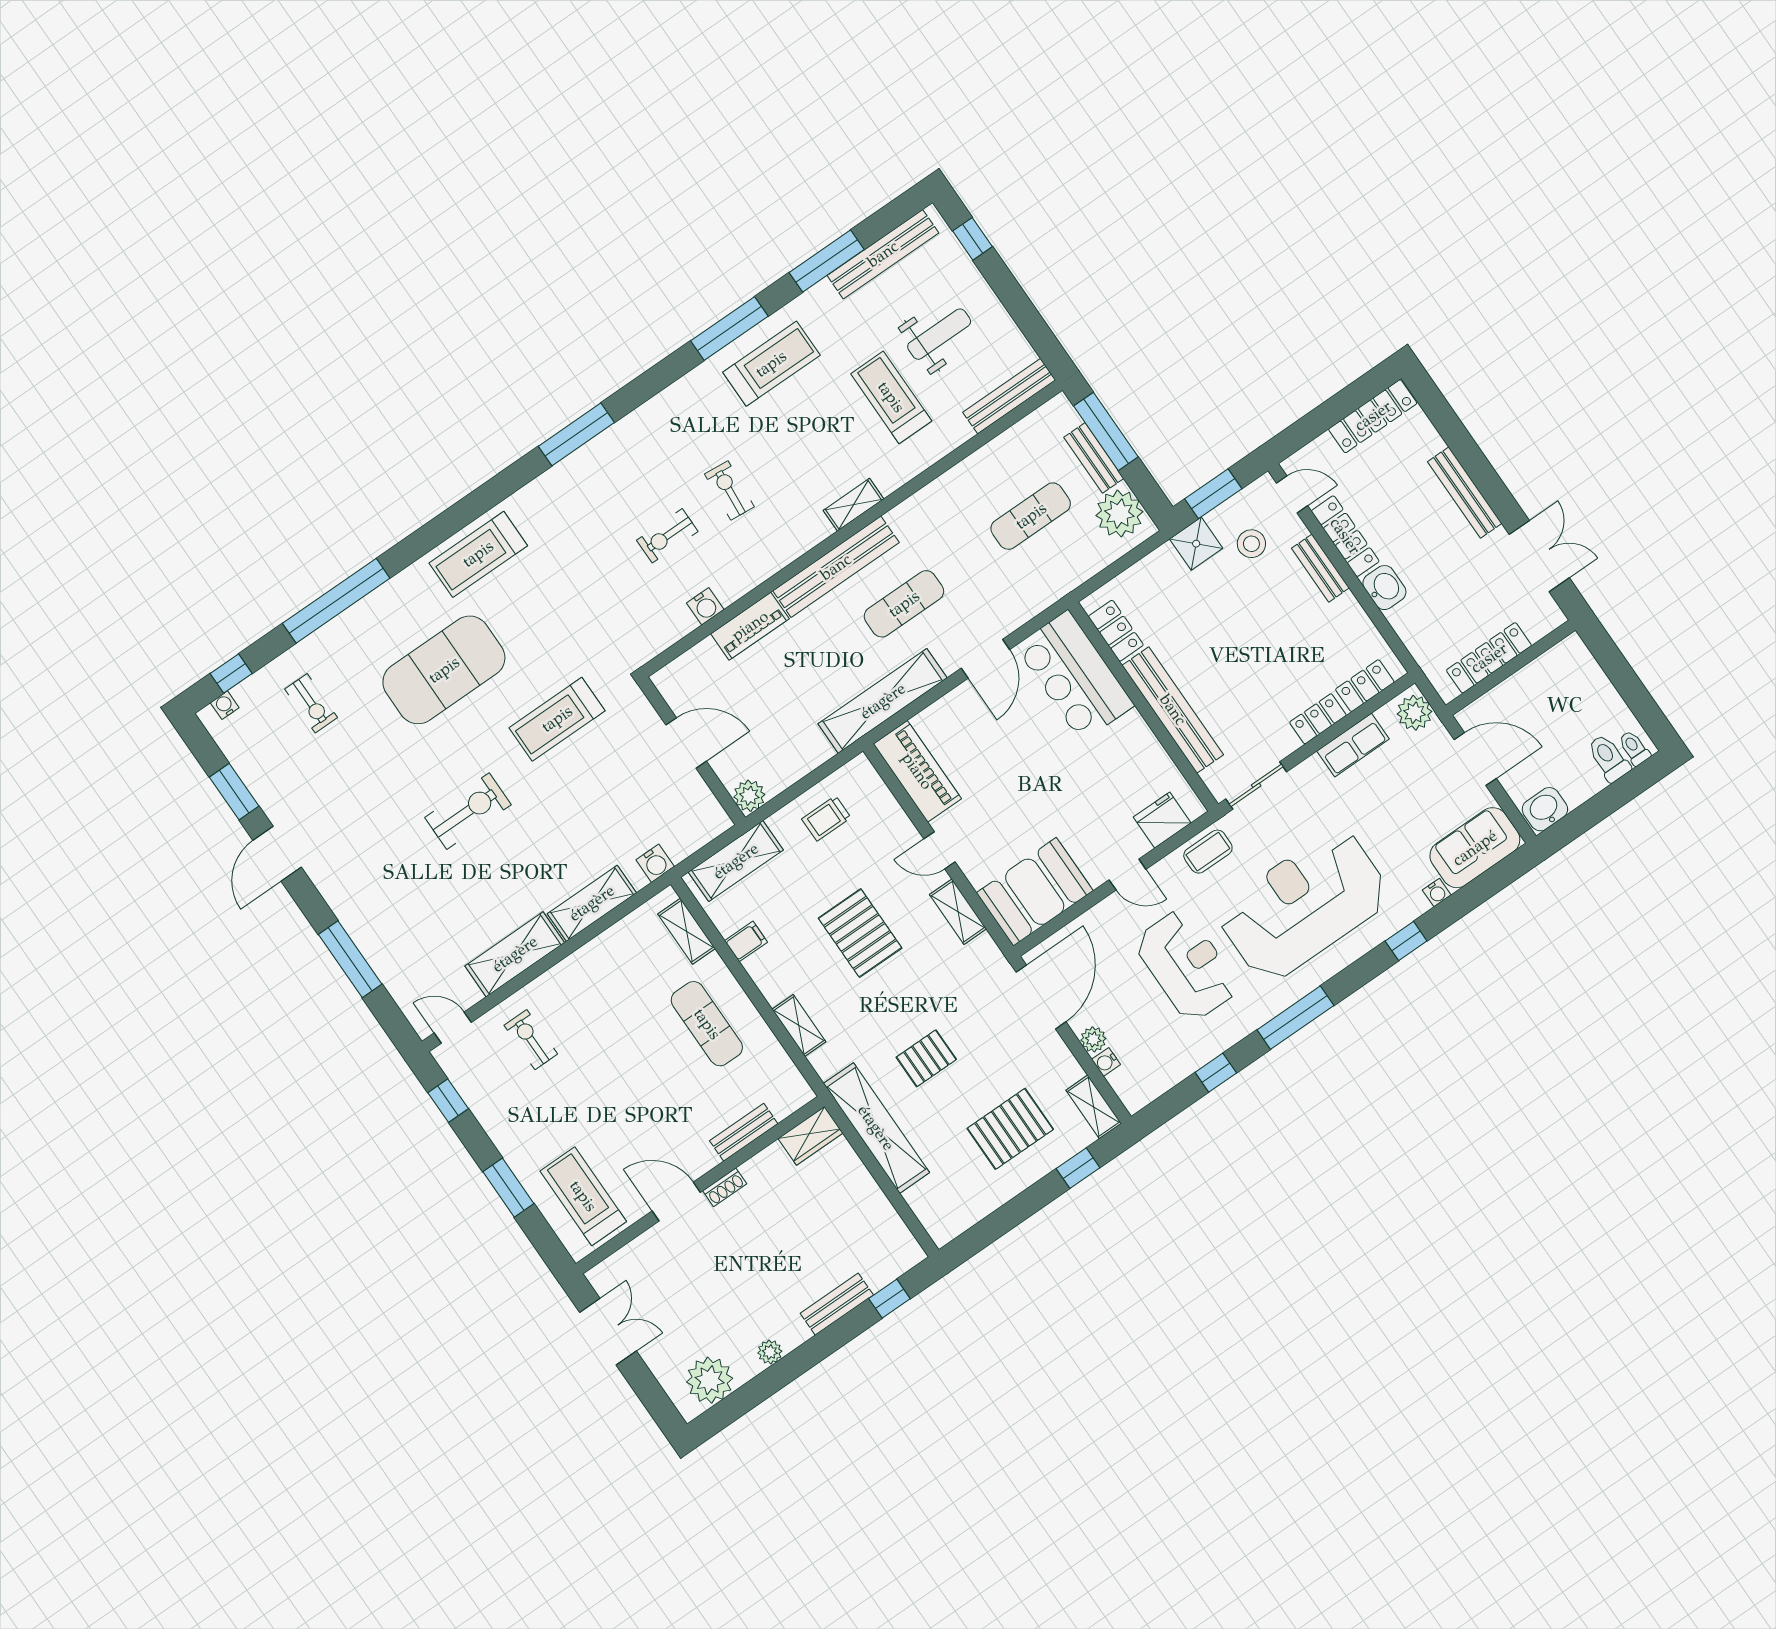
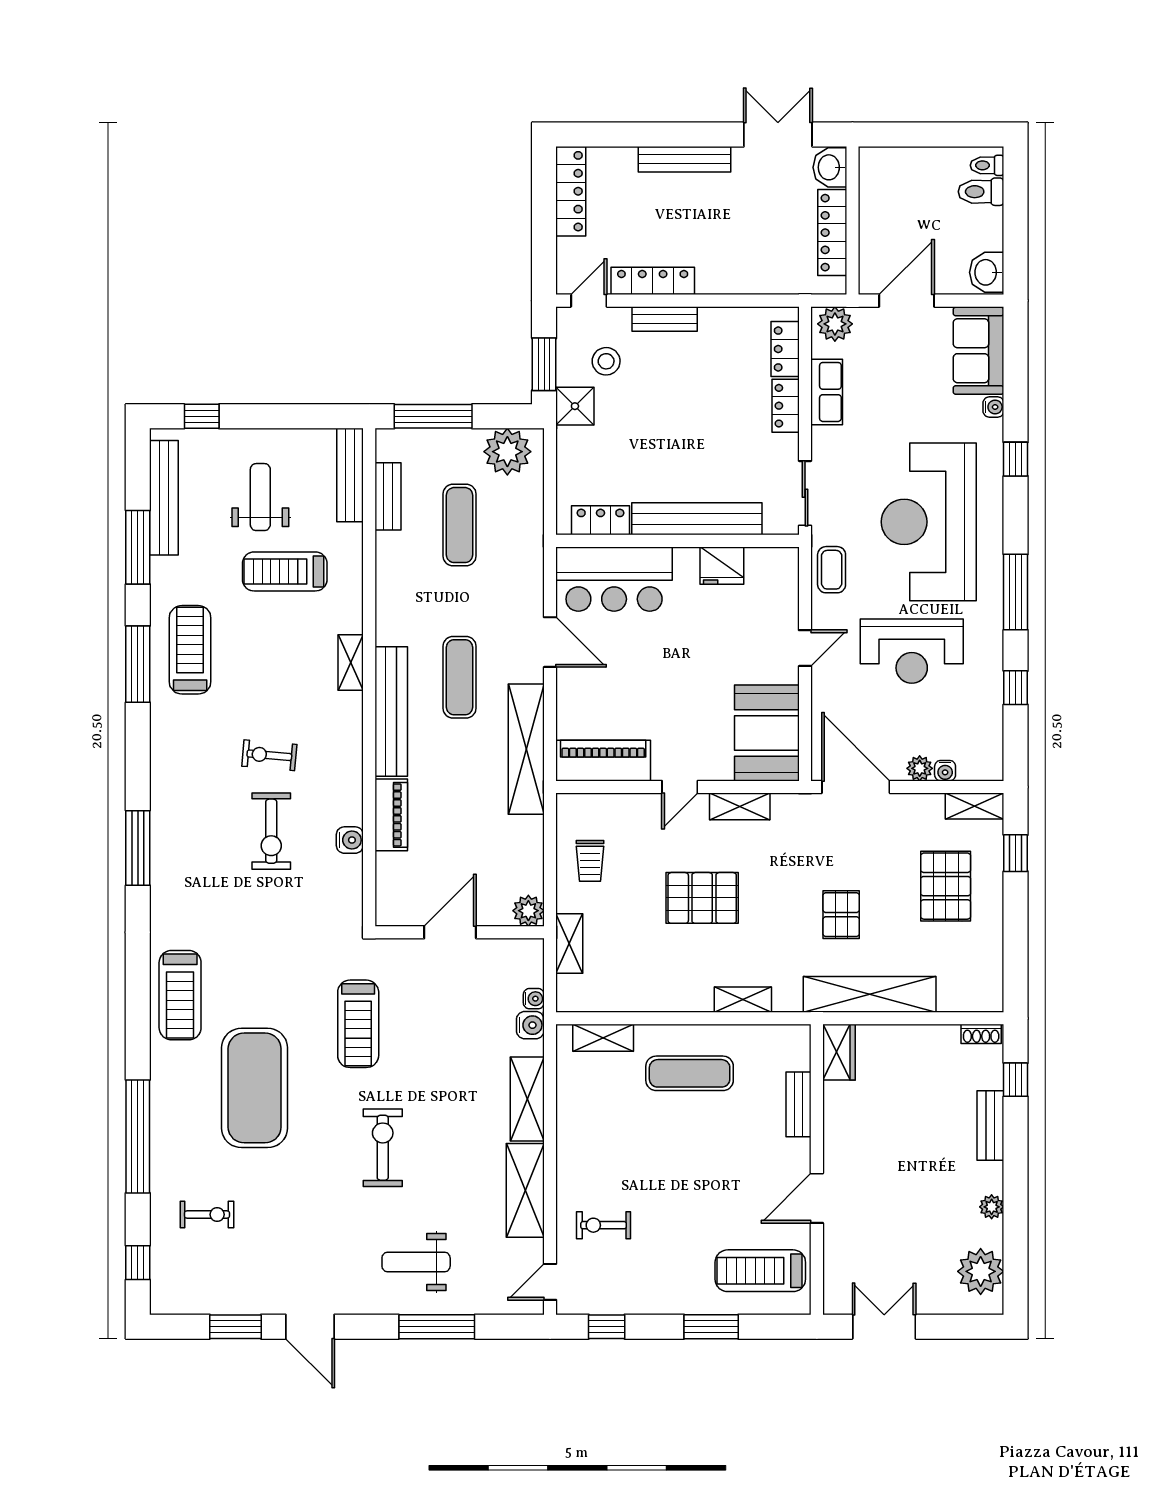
bench: (1094, 458) -> (388, 496), moved, turned 90
exercise bike: (667, 536) -> (271, 831), width x1.38, depth x1.39
washbasin: (1384, 588) -> (830, 167), moved, turned -90
water cooler: (225, 705) -> (534, 999), moved, turned 180
fridge: (1162, 820) -> (722, 566), moved, turned -90
shelving: (736, 861) -> (569, 943), width x0.67, depth x0.75
weight bench: (392, 905) -> (416, 1262), added
filing cabinet: (746, 941) -> (645, 995), removed
reception desk: (1186, 965) -> (912, 651), turned 180
shoe rack: (725, 1187) -> (981, 1034), moved, turned 90

